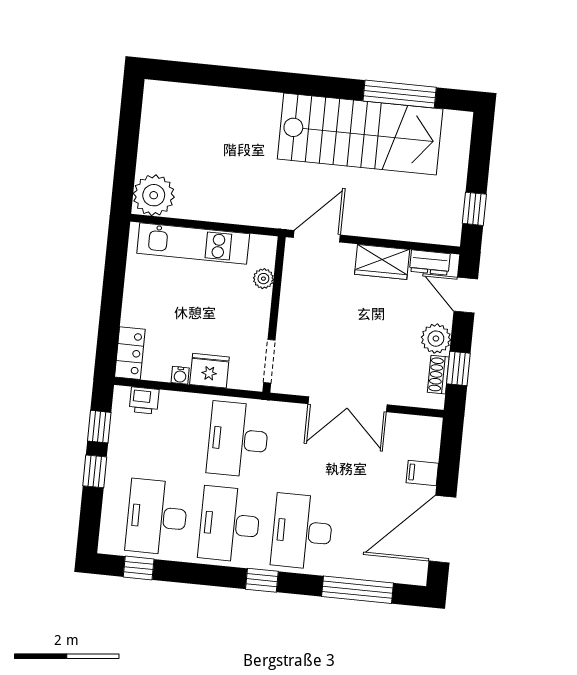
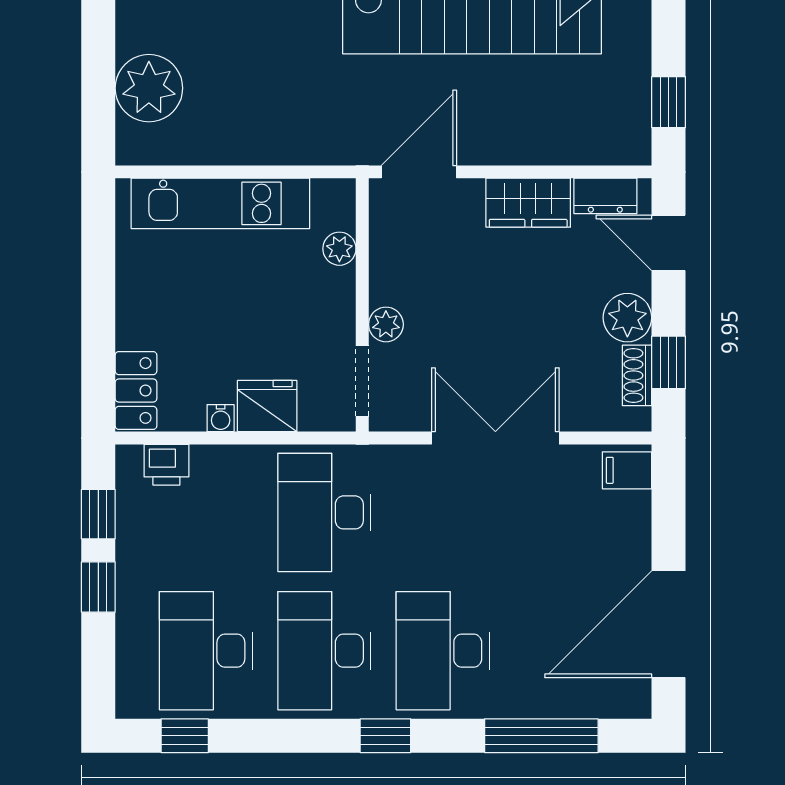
plant: (154, 195) -> (149, 88), moved
plant: (287, 328) -> (386, 324), added
double door: (348, 404) -> (495, 438), swing flipped
filing cabinet: (422, 473) -> (627, 470), moved

